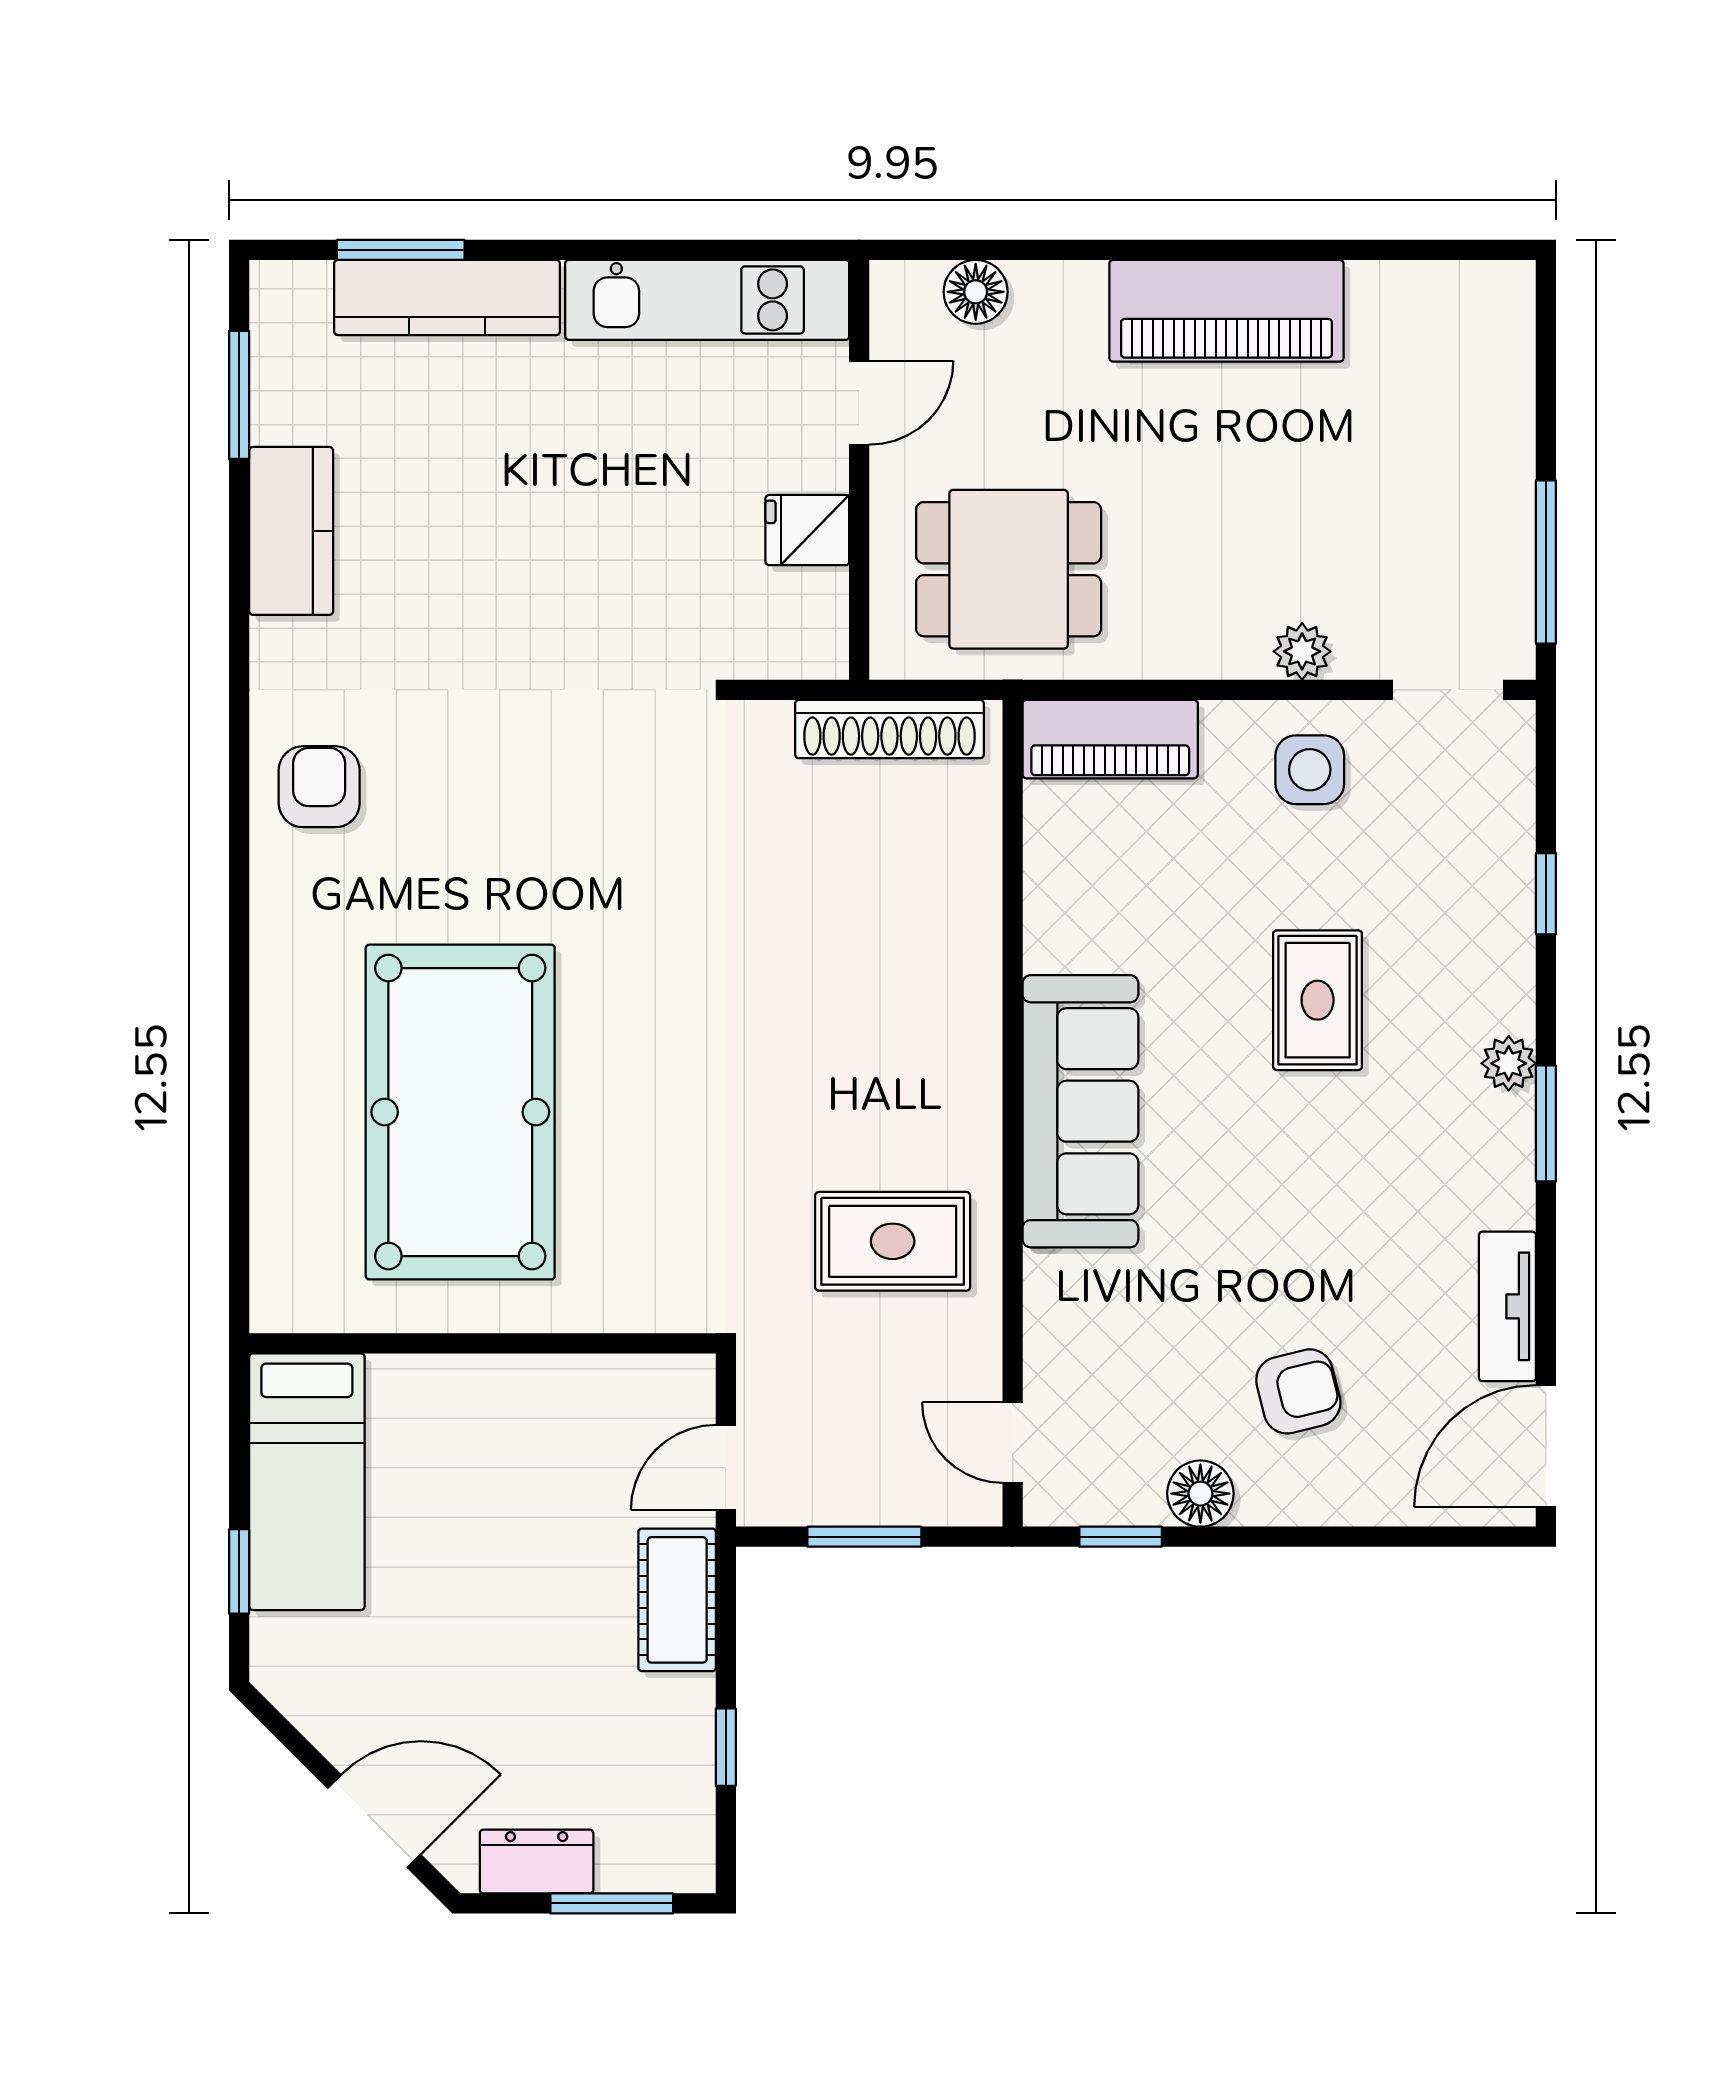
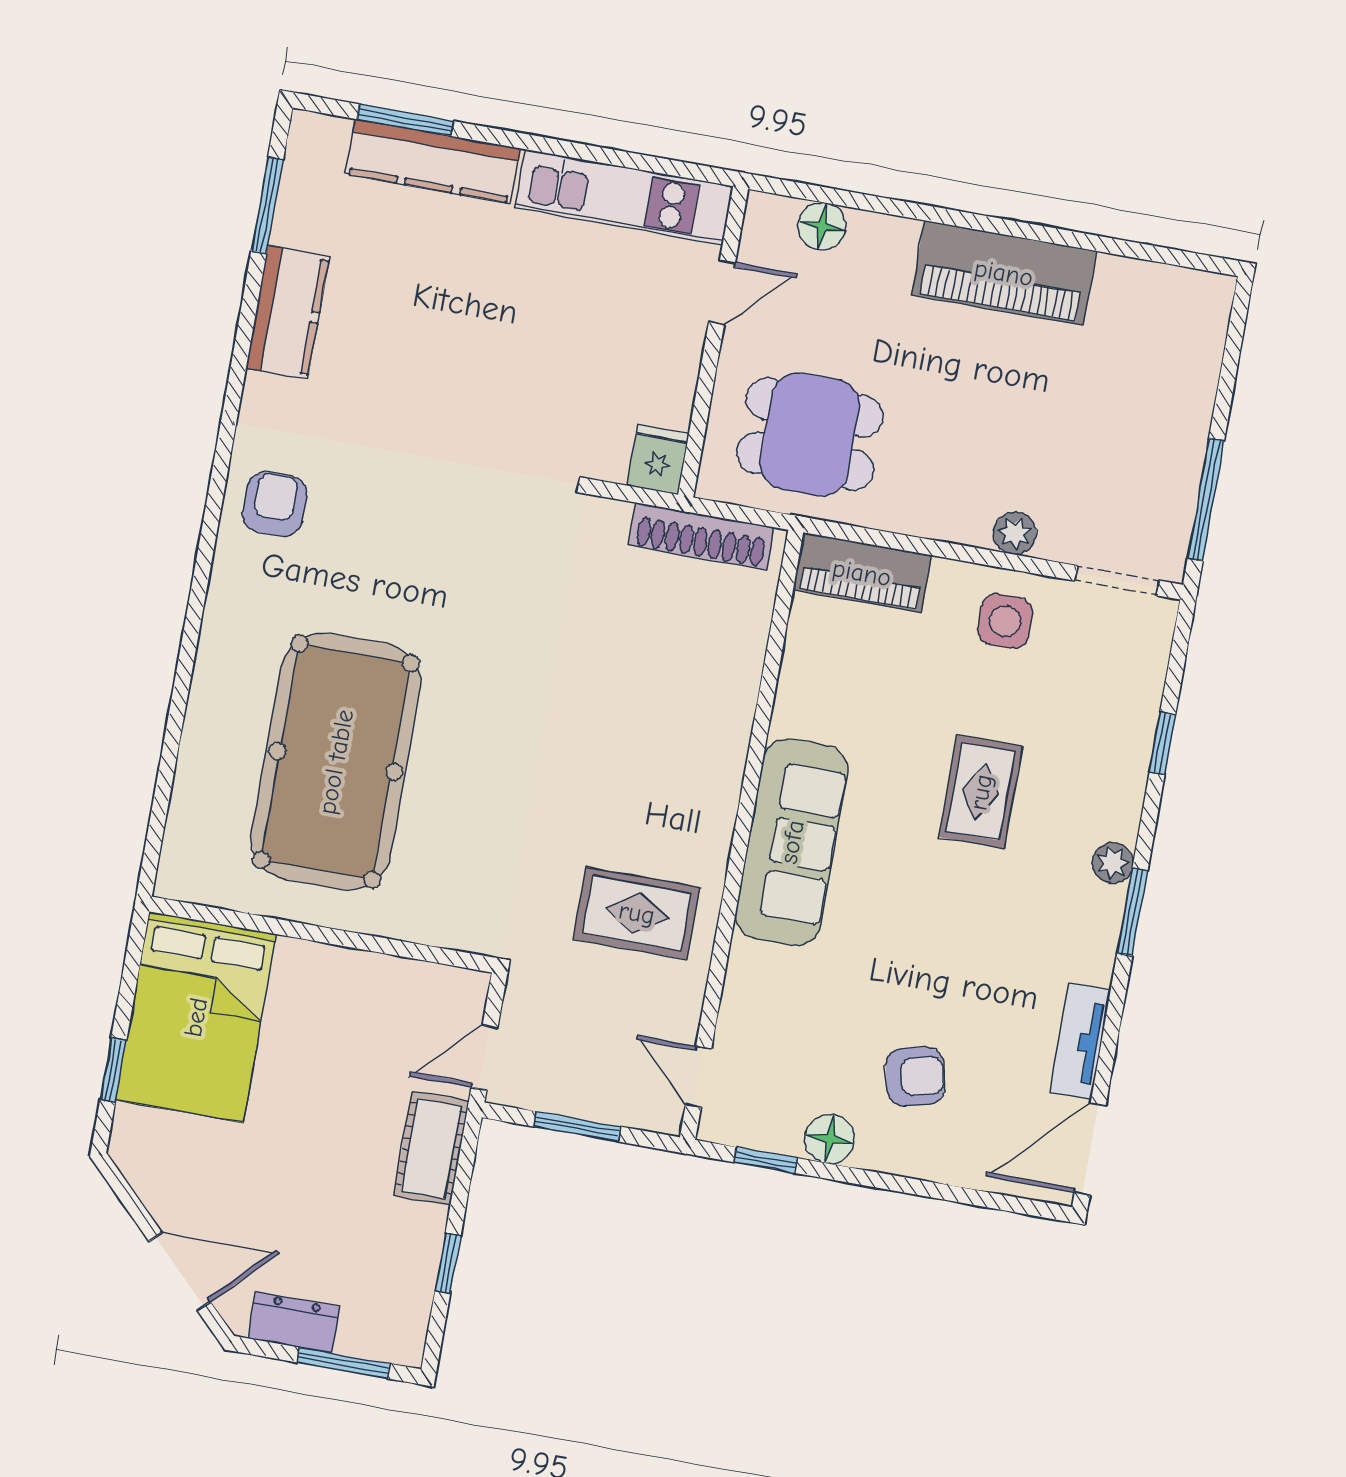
fridge: (807, 530) -> (658, 460), moved, turned 90
bed: (307, 1482) -> (196, 1017), width x1.50

